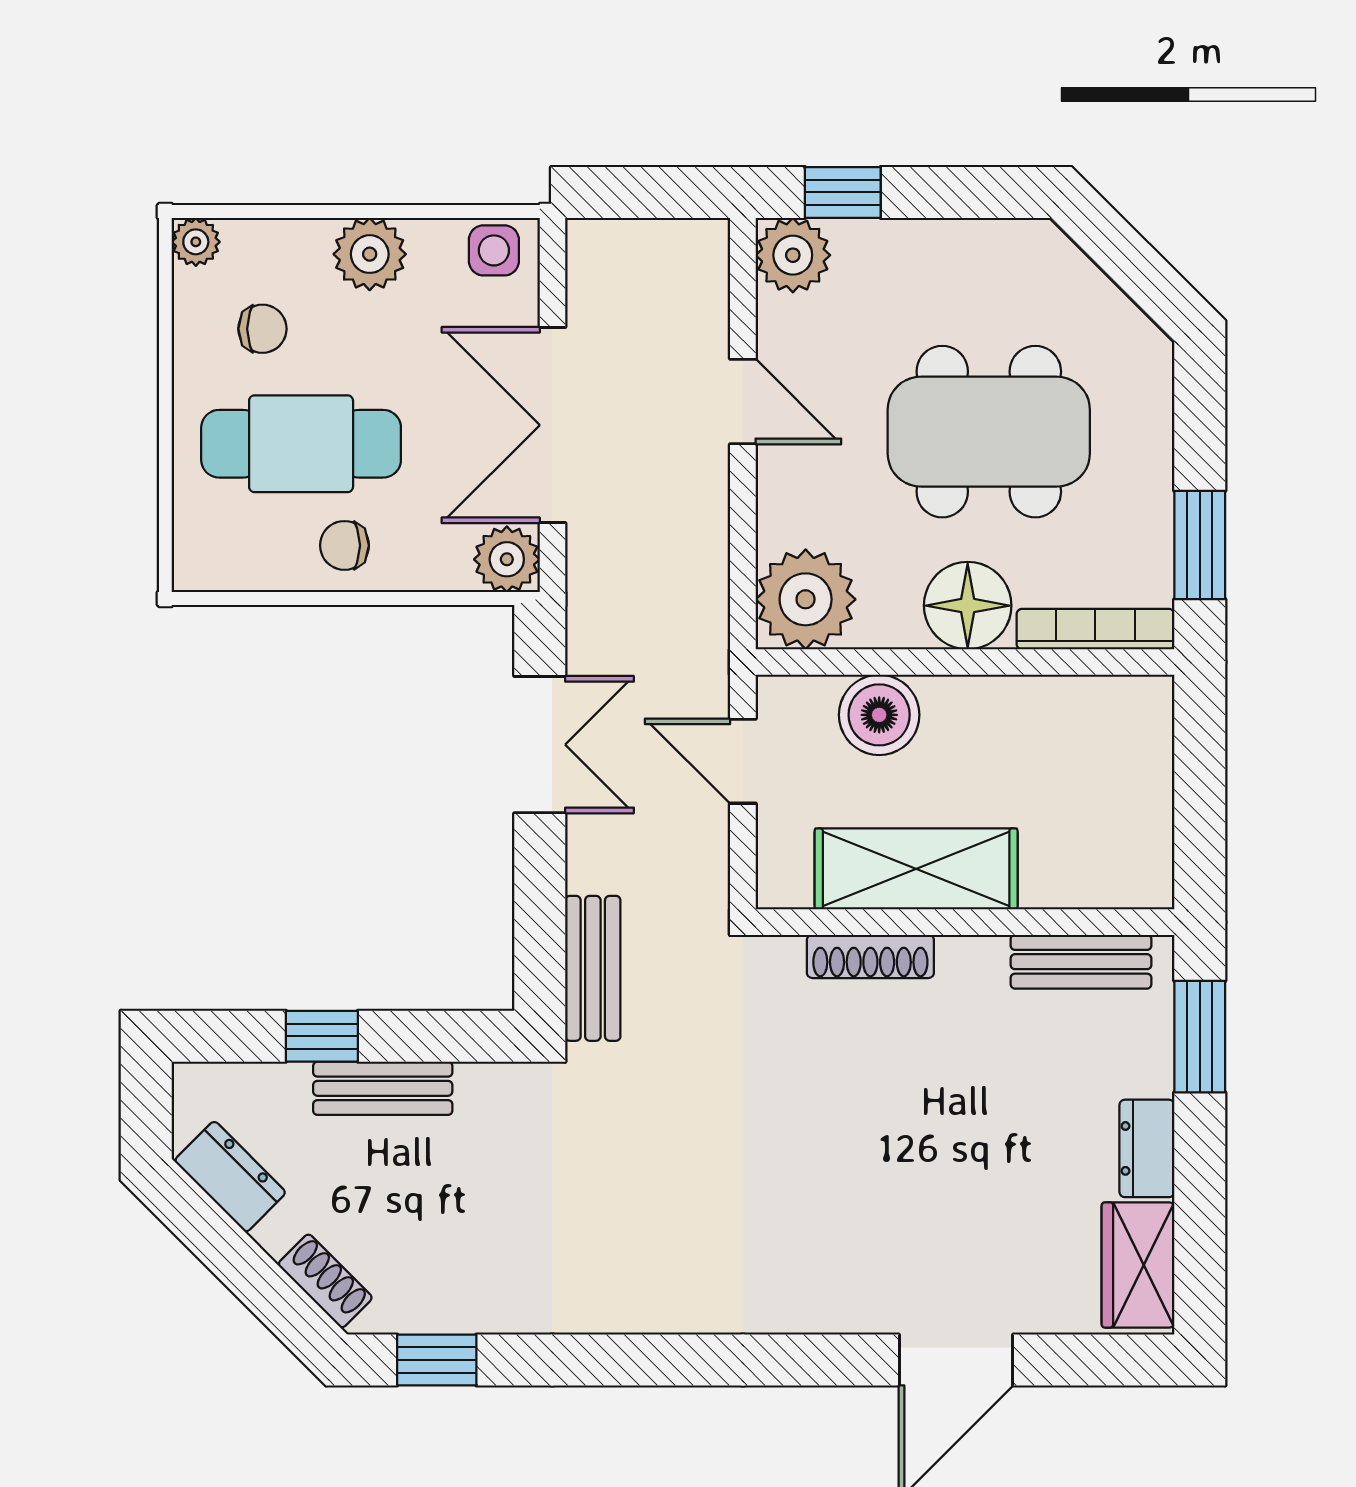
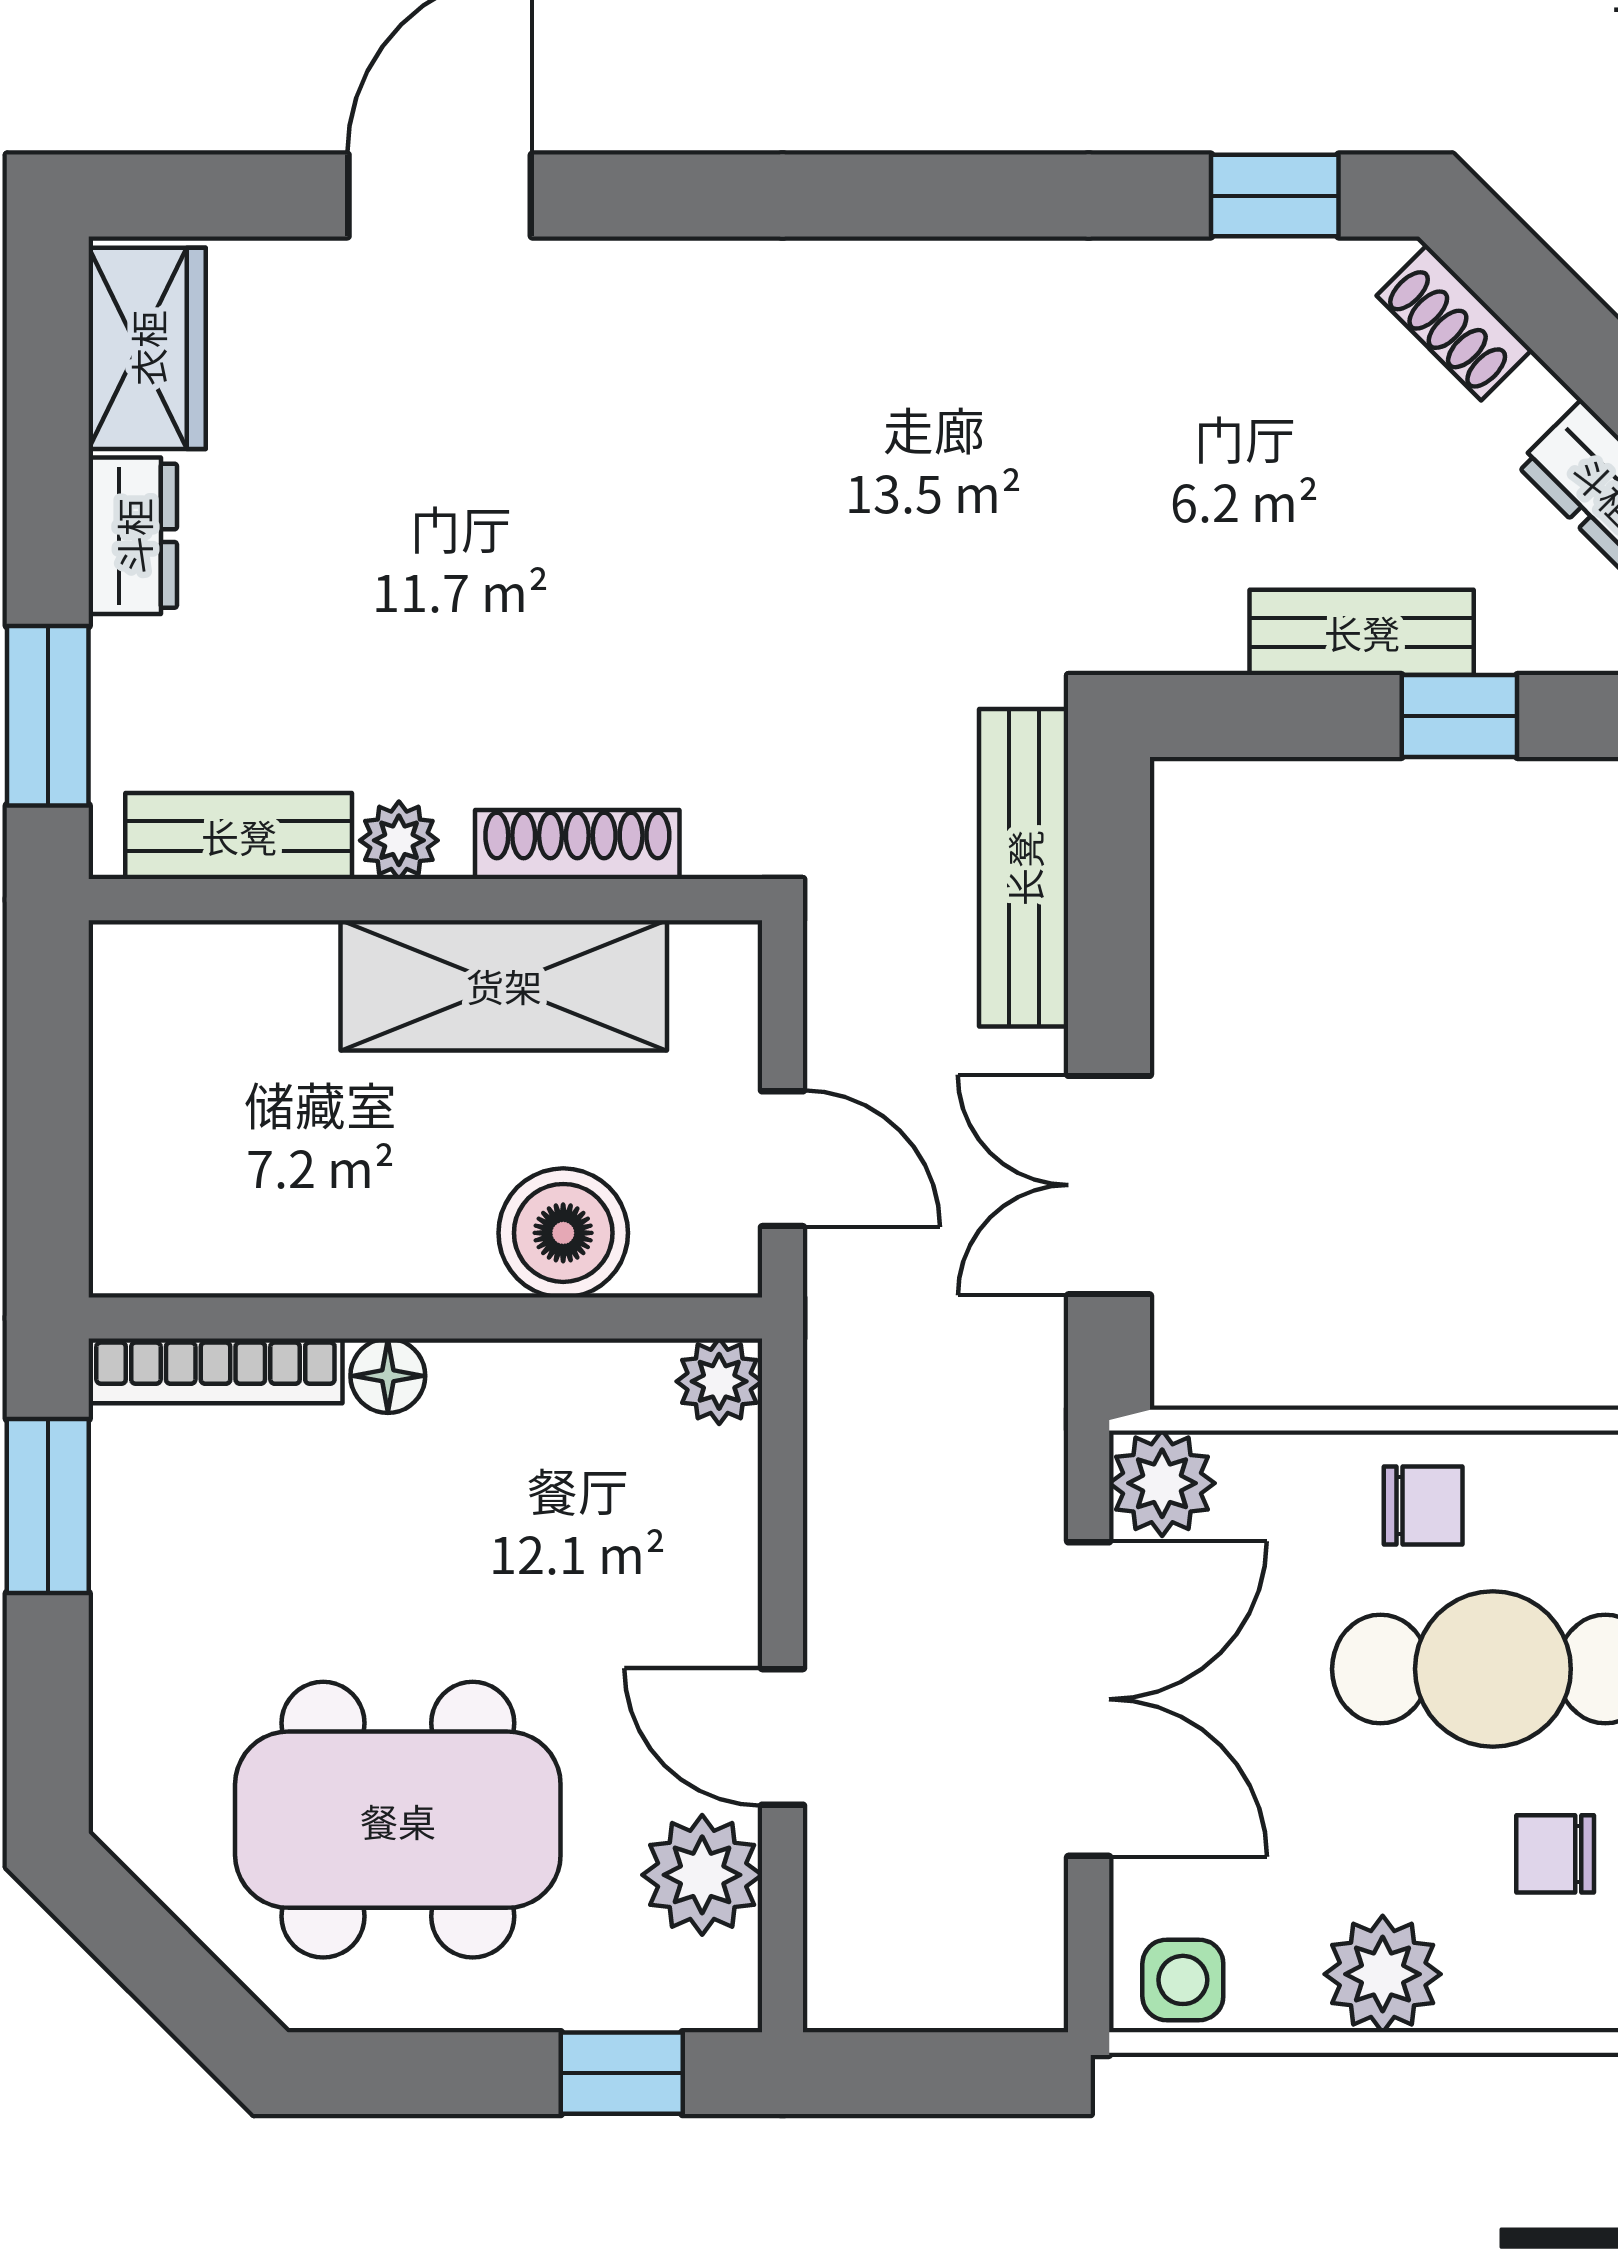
plant: (793, 255) -> (702, 1875), moved
dining table: (989, 432) -> (398, 1820), moved
plant: (806, 599) -> (719, 1381), width x0.53, depth x0.53
floor lamp: (968, 606) -> (388, 1376), width x0.53, depth x0.53
plant: (981, 959) -> (399, 840), added
bench: (593, 968) -> (1024, 868), width x1.36

